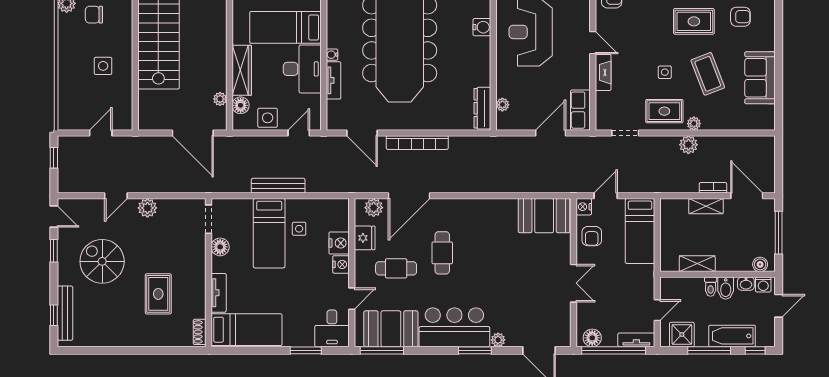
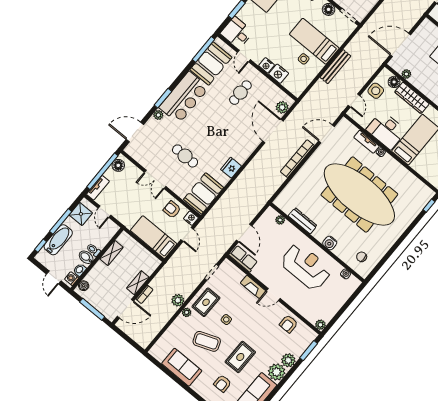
dresser: (482, 108) -> (303, 221), moved
fridge: (365, 238) -> (231, 168), moved, turned 90
cafe table: (442, 253) -> (185, 156), moved

